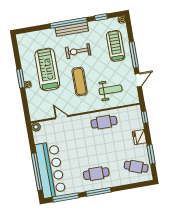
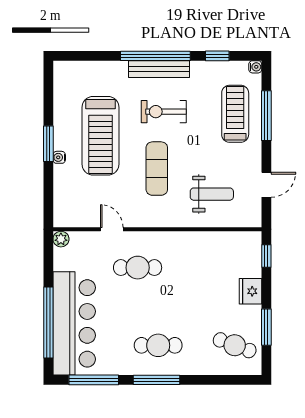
window: (134, 55) -> (266, 116), moved
treadmill: (47, 69) -> (100, 136), turned 180
cafe table: (104, 122) -> (138, 268), moved

